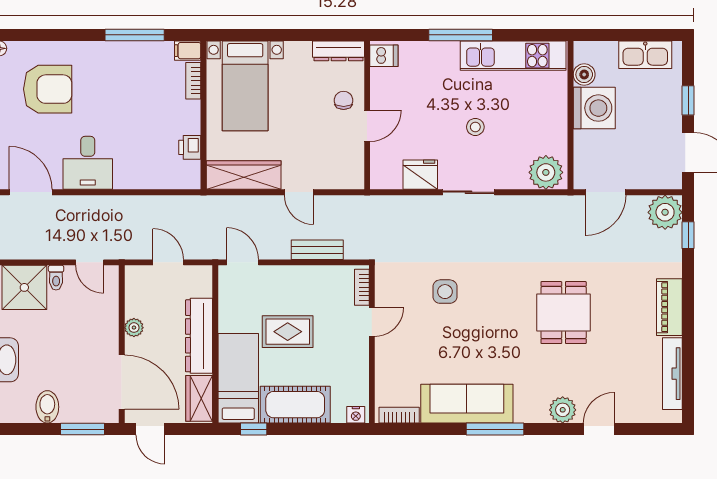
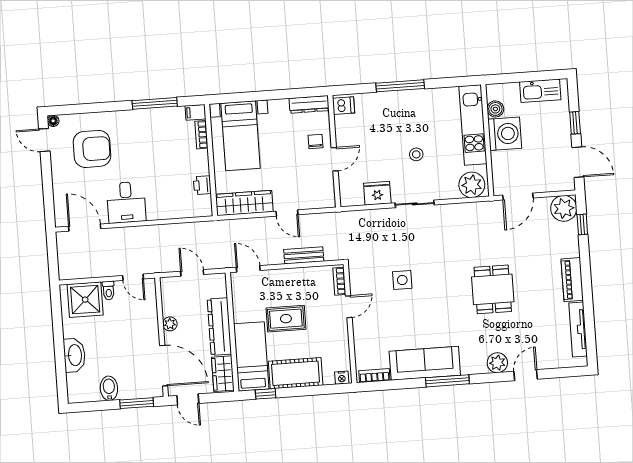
kitchen unit: (513, 56) -> (473, 125), moved, turned 90

